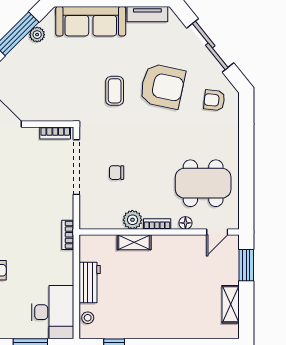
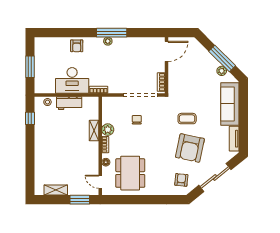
desk: (53, 312) -> (72, 80), moved

